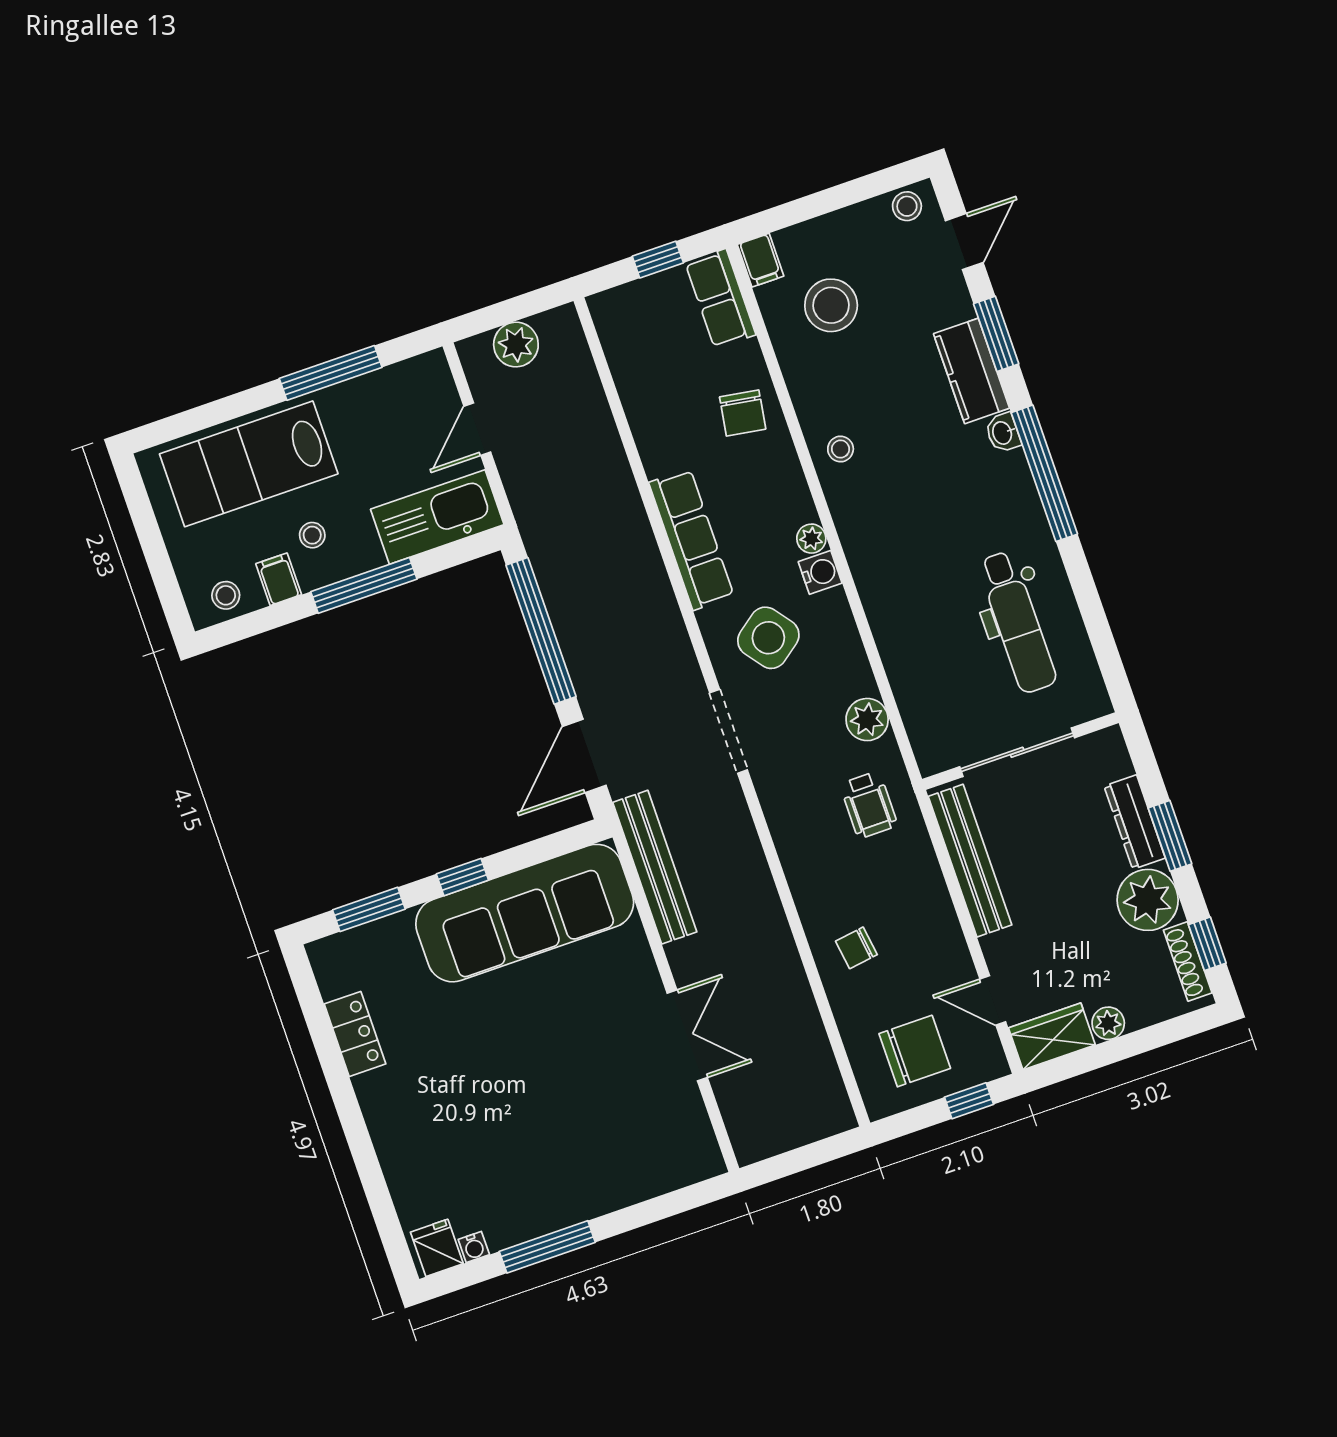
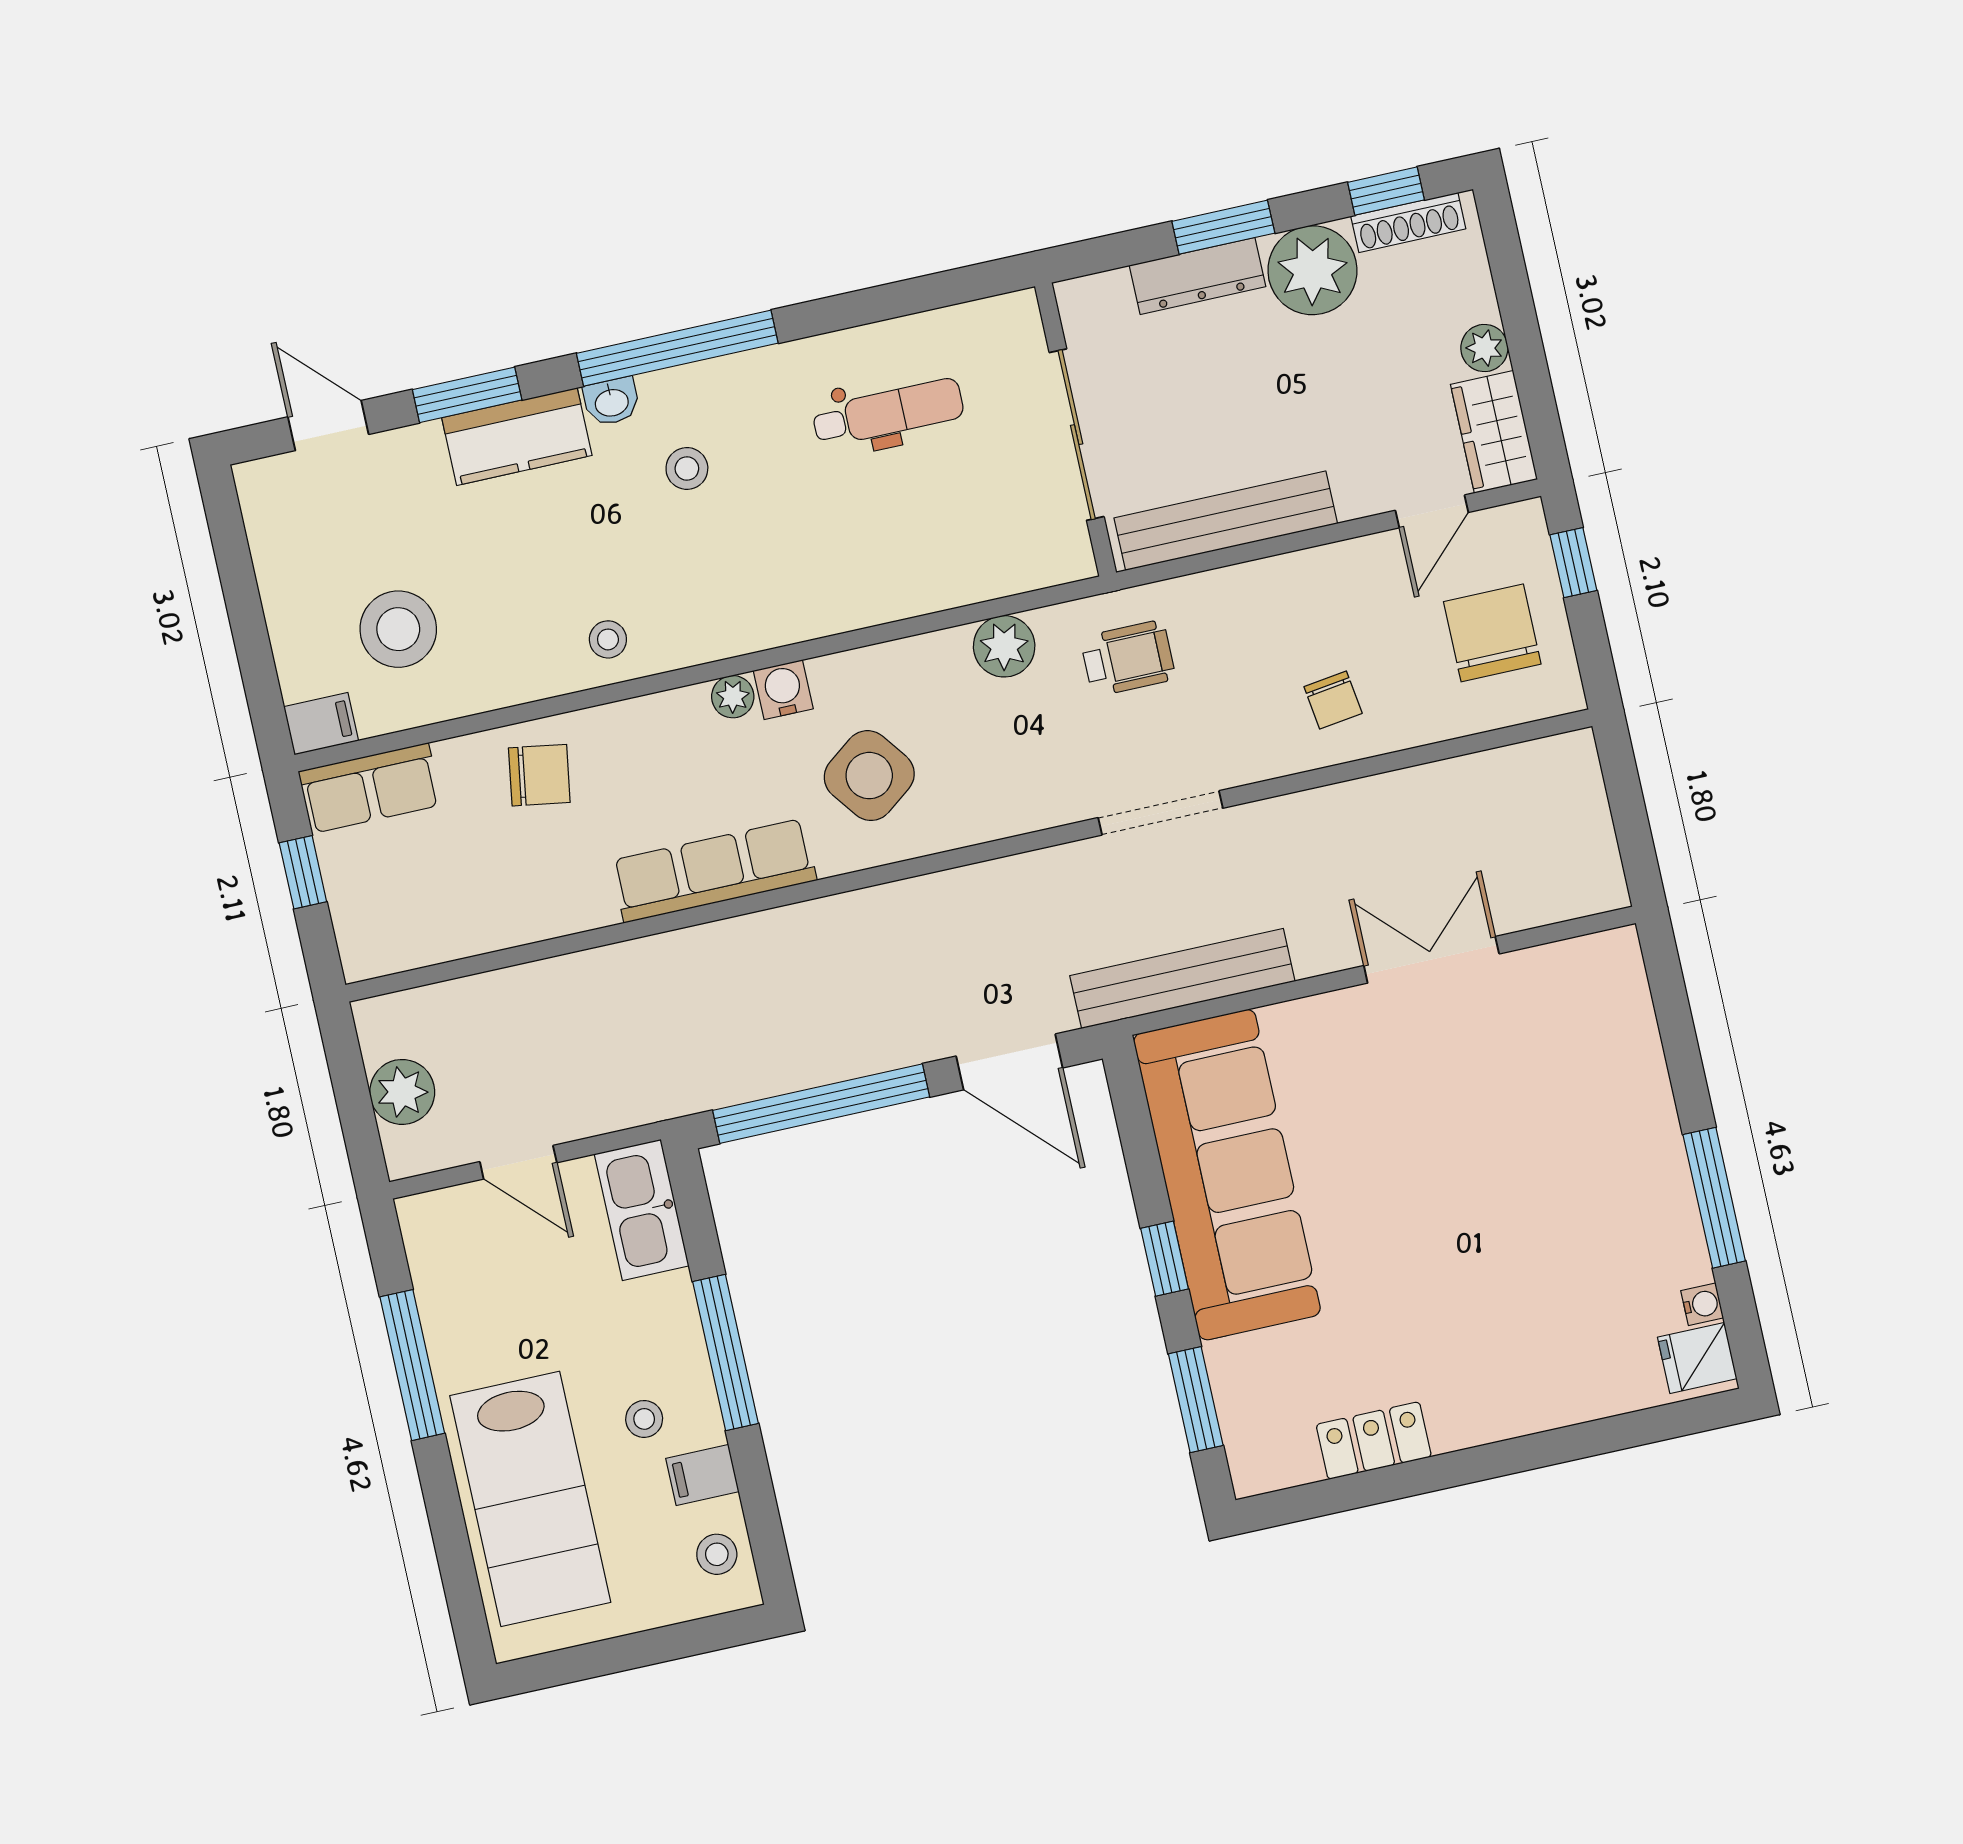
stool: (907, 206) -> (687, 468), moved
kitchen sink: (437, 517) -> (642, 1210), width x0.73, depth x0.81
dental chair: (1017, 622) -> (888, 413), width x0.73, depth x0.72
doorway: (729, 731) -> (1161, 813), moved

